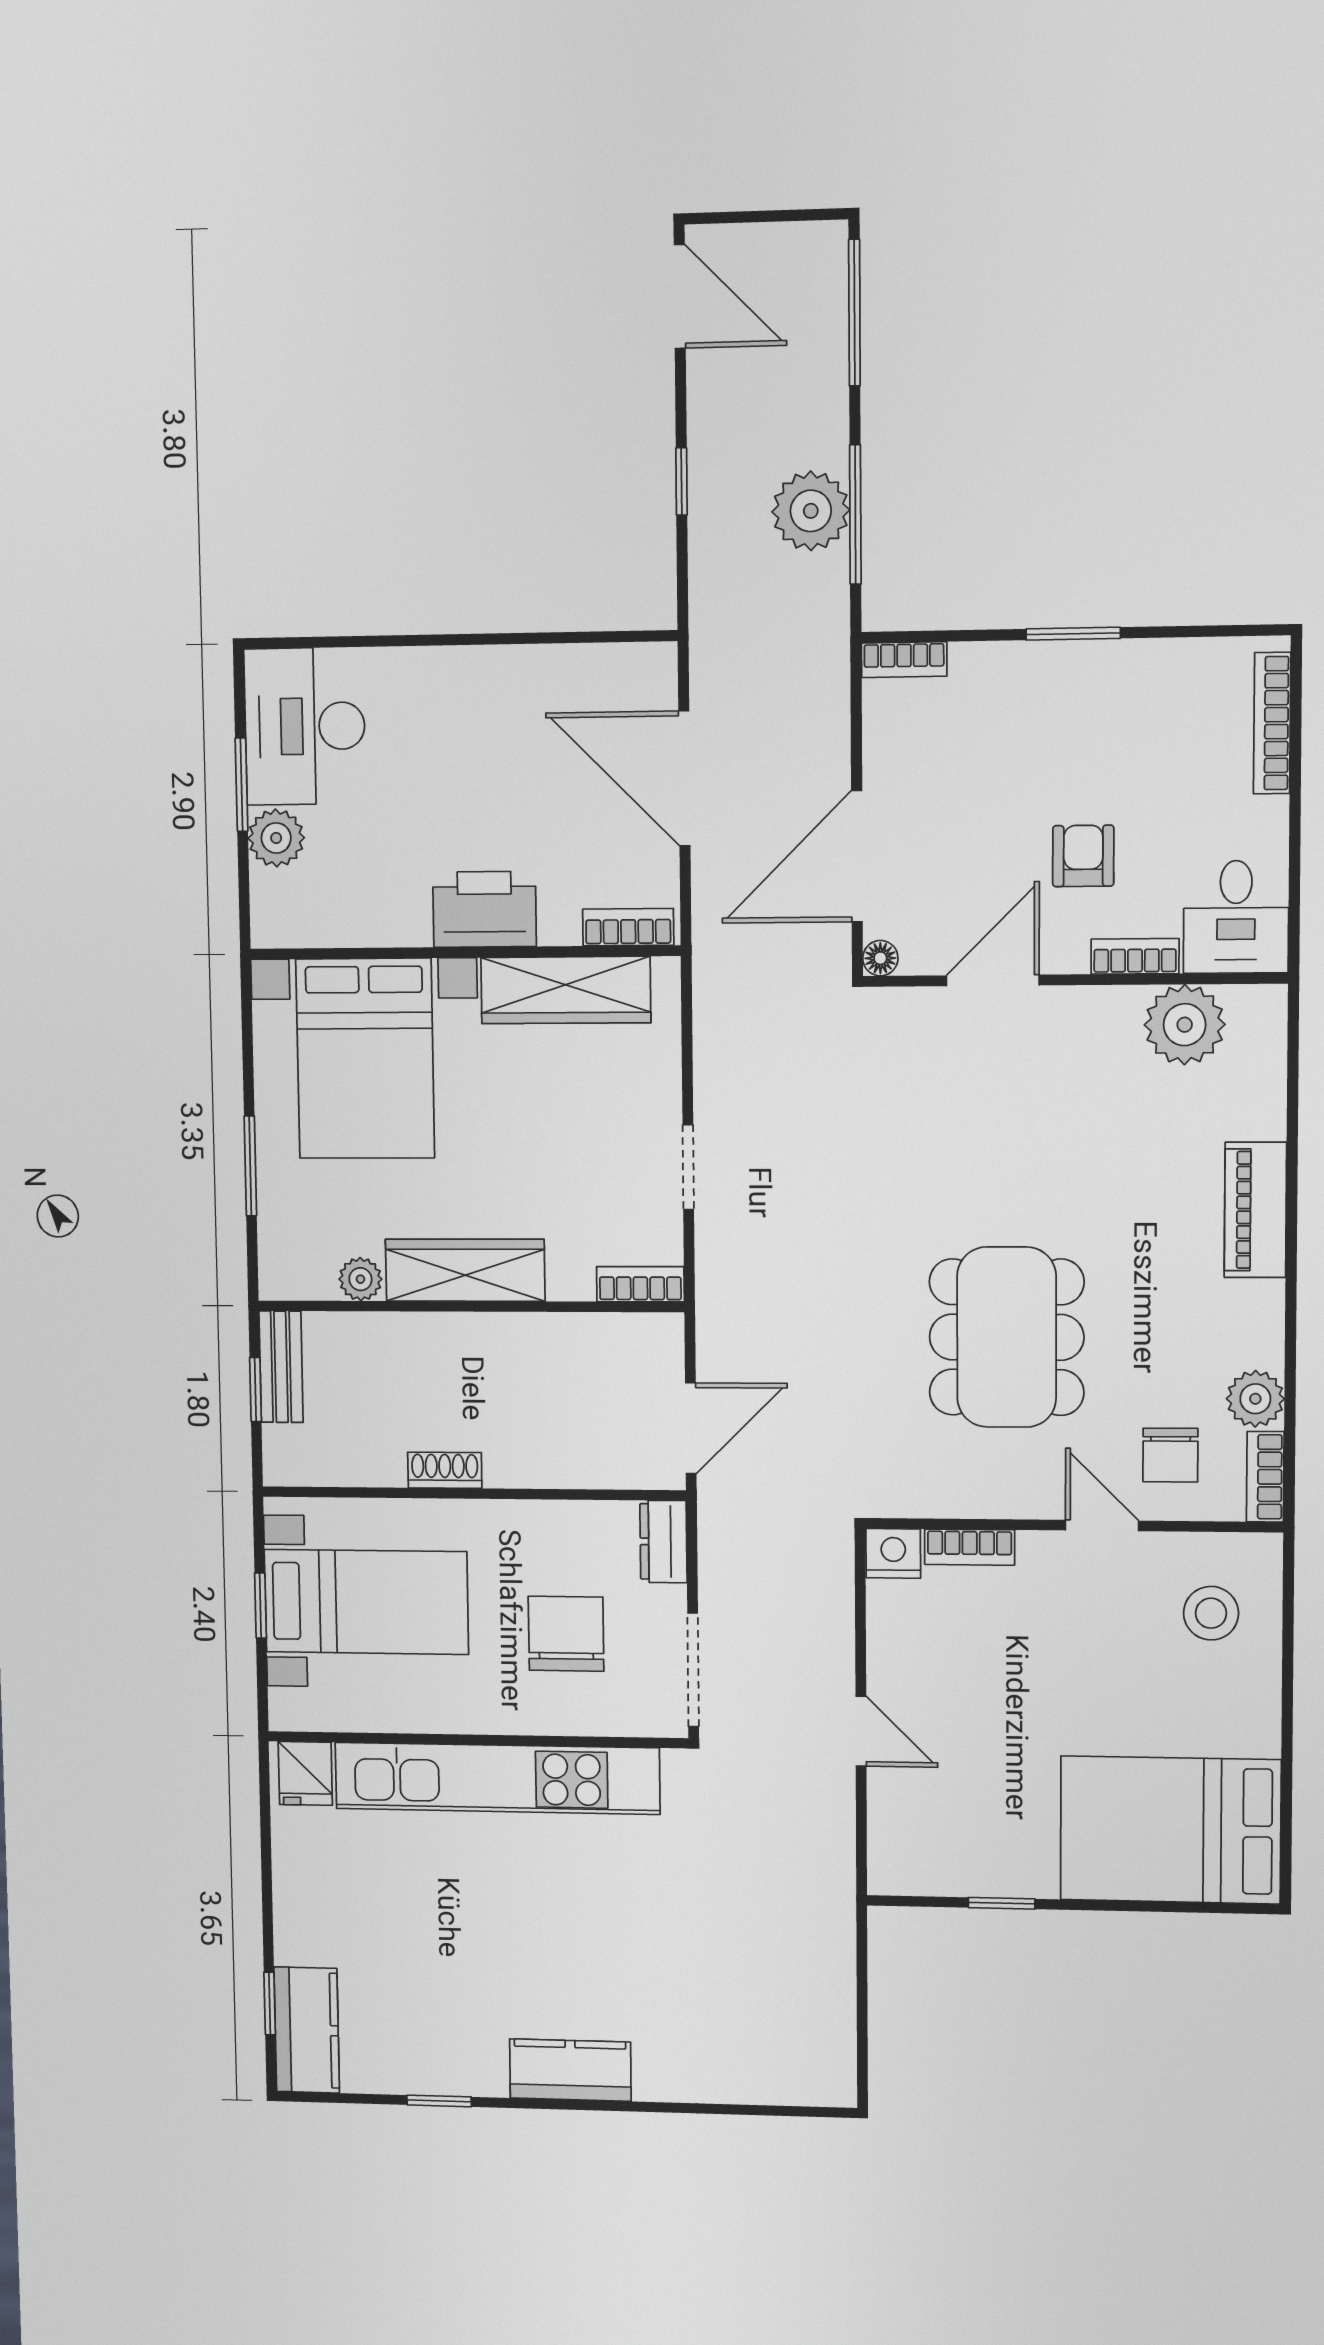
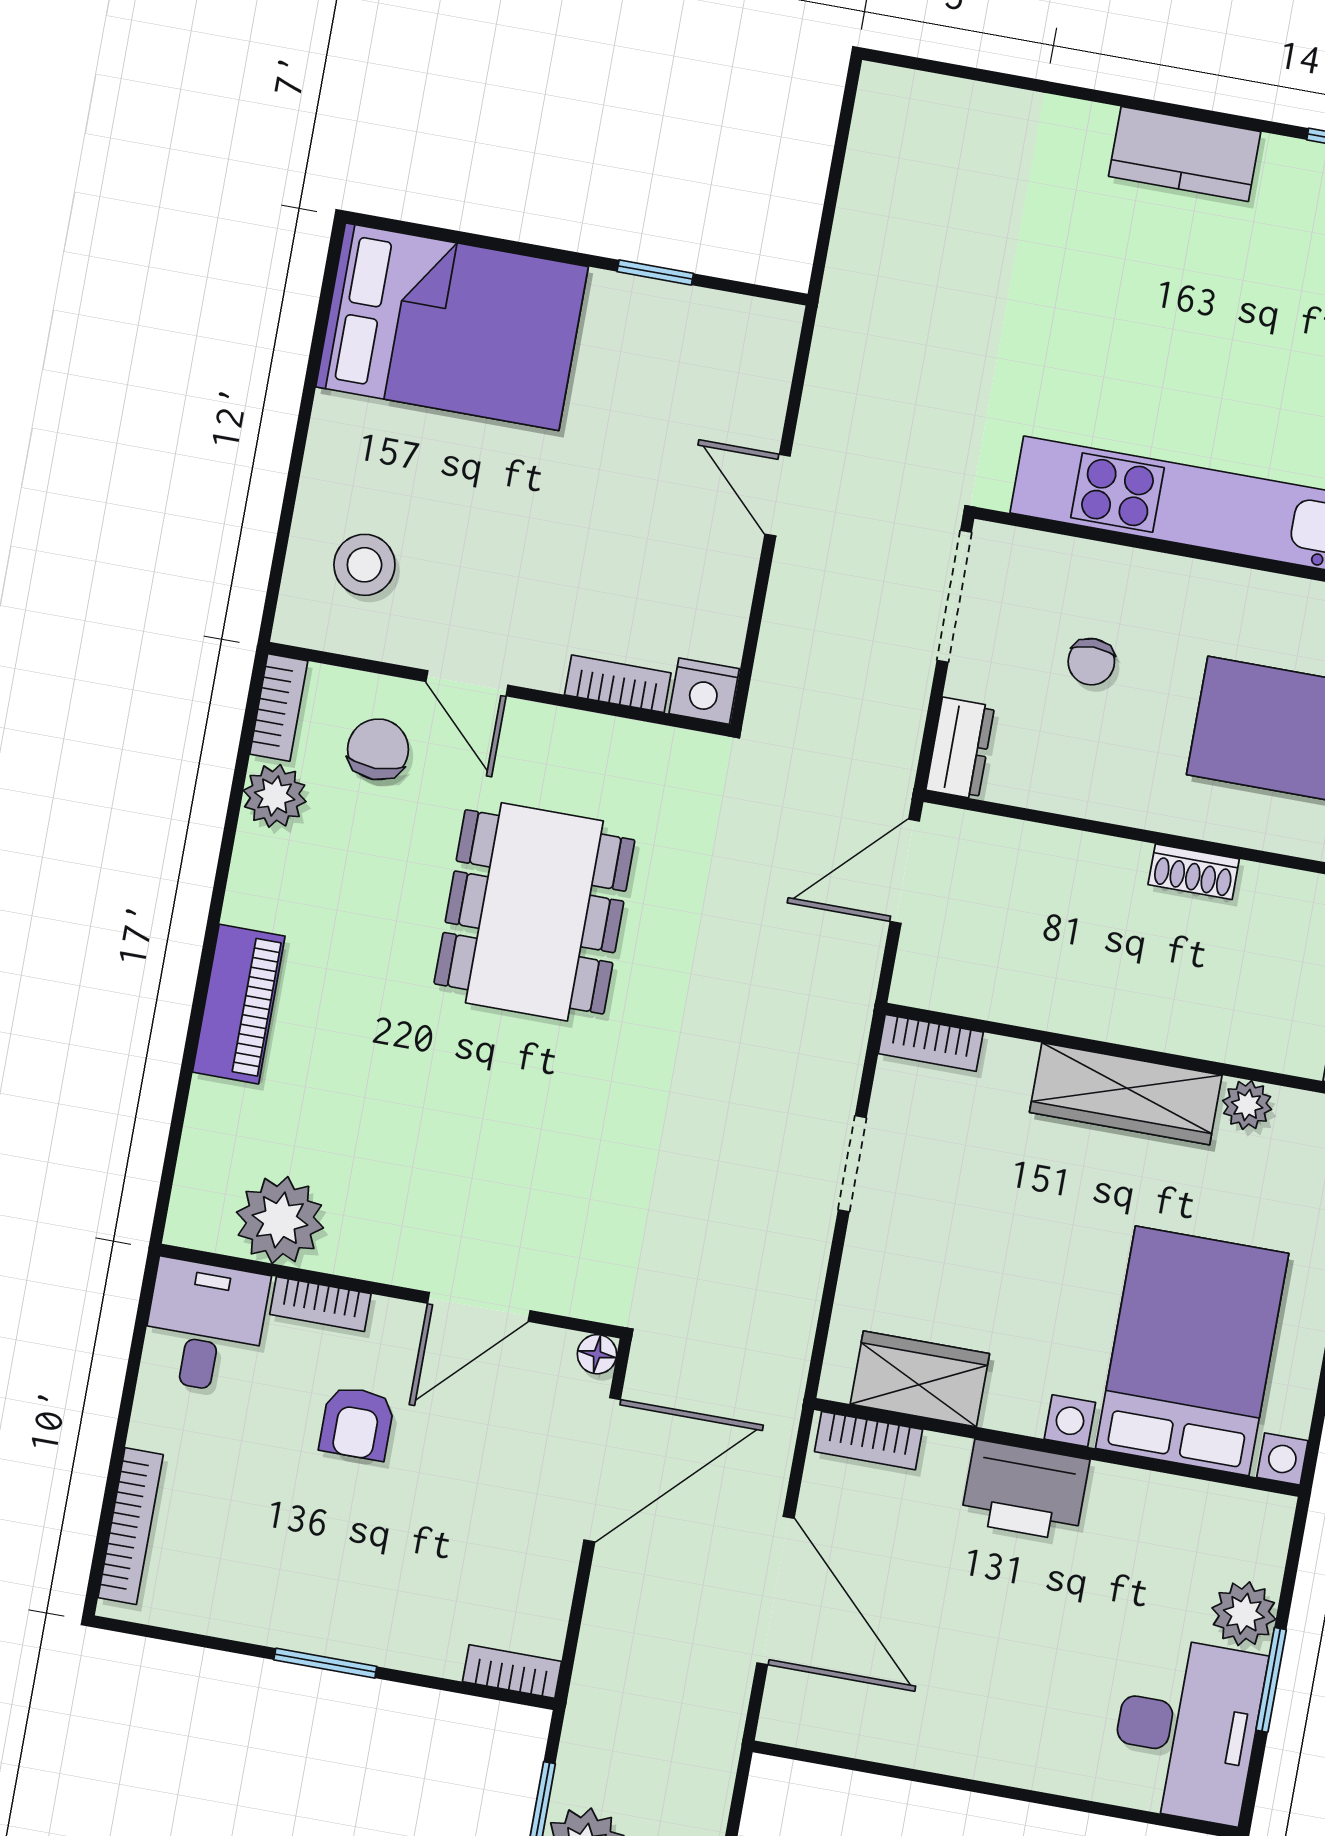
wardrobe: (566, 990) -> (920, 1379), width x0.67
chair: (566, 1634) -> (1091, 662), width x0.54, depth x0.54

